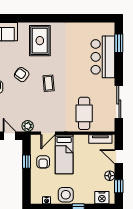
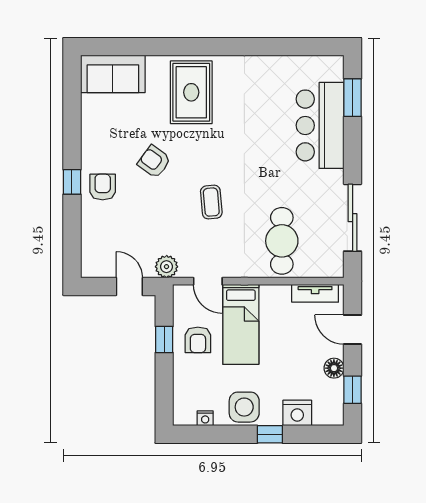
coffee table: (49, 83) -> (211, 202), moved
door: (48, 133) -> (208, 281), hinge flipped
nightstand: (102, 198) -> (297, 413), moved

